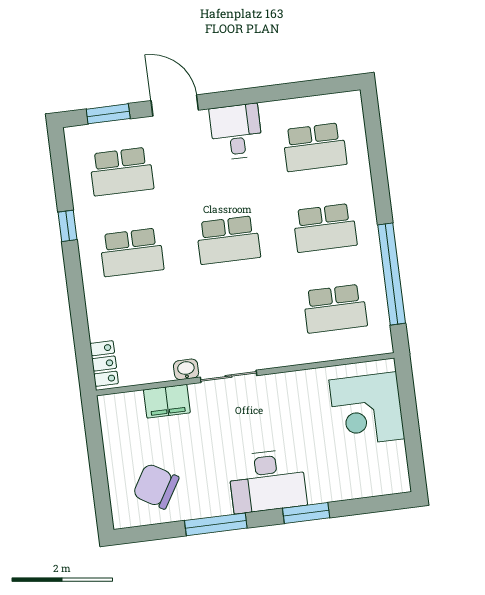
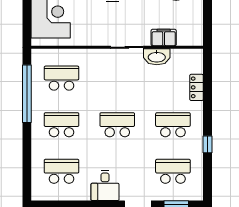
locker: (104, 363) -> (197, 87), moved
washbasin: (186, 369) -> (157, 57), width x1.91, depth x1.45

